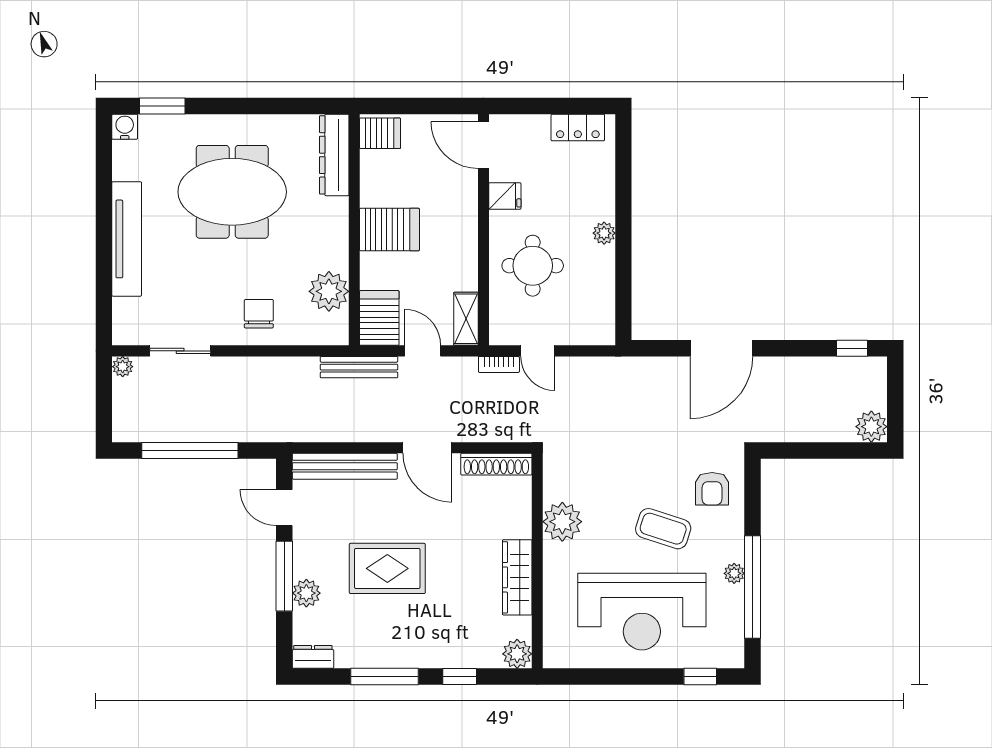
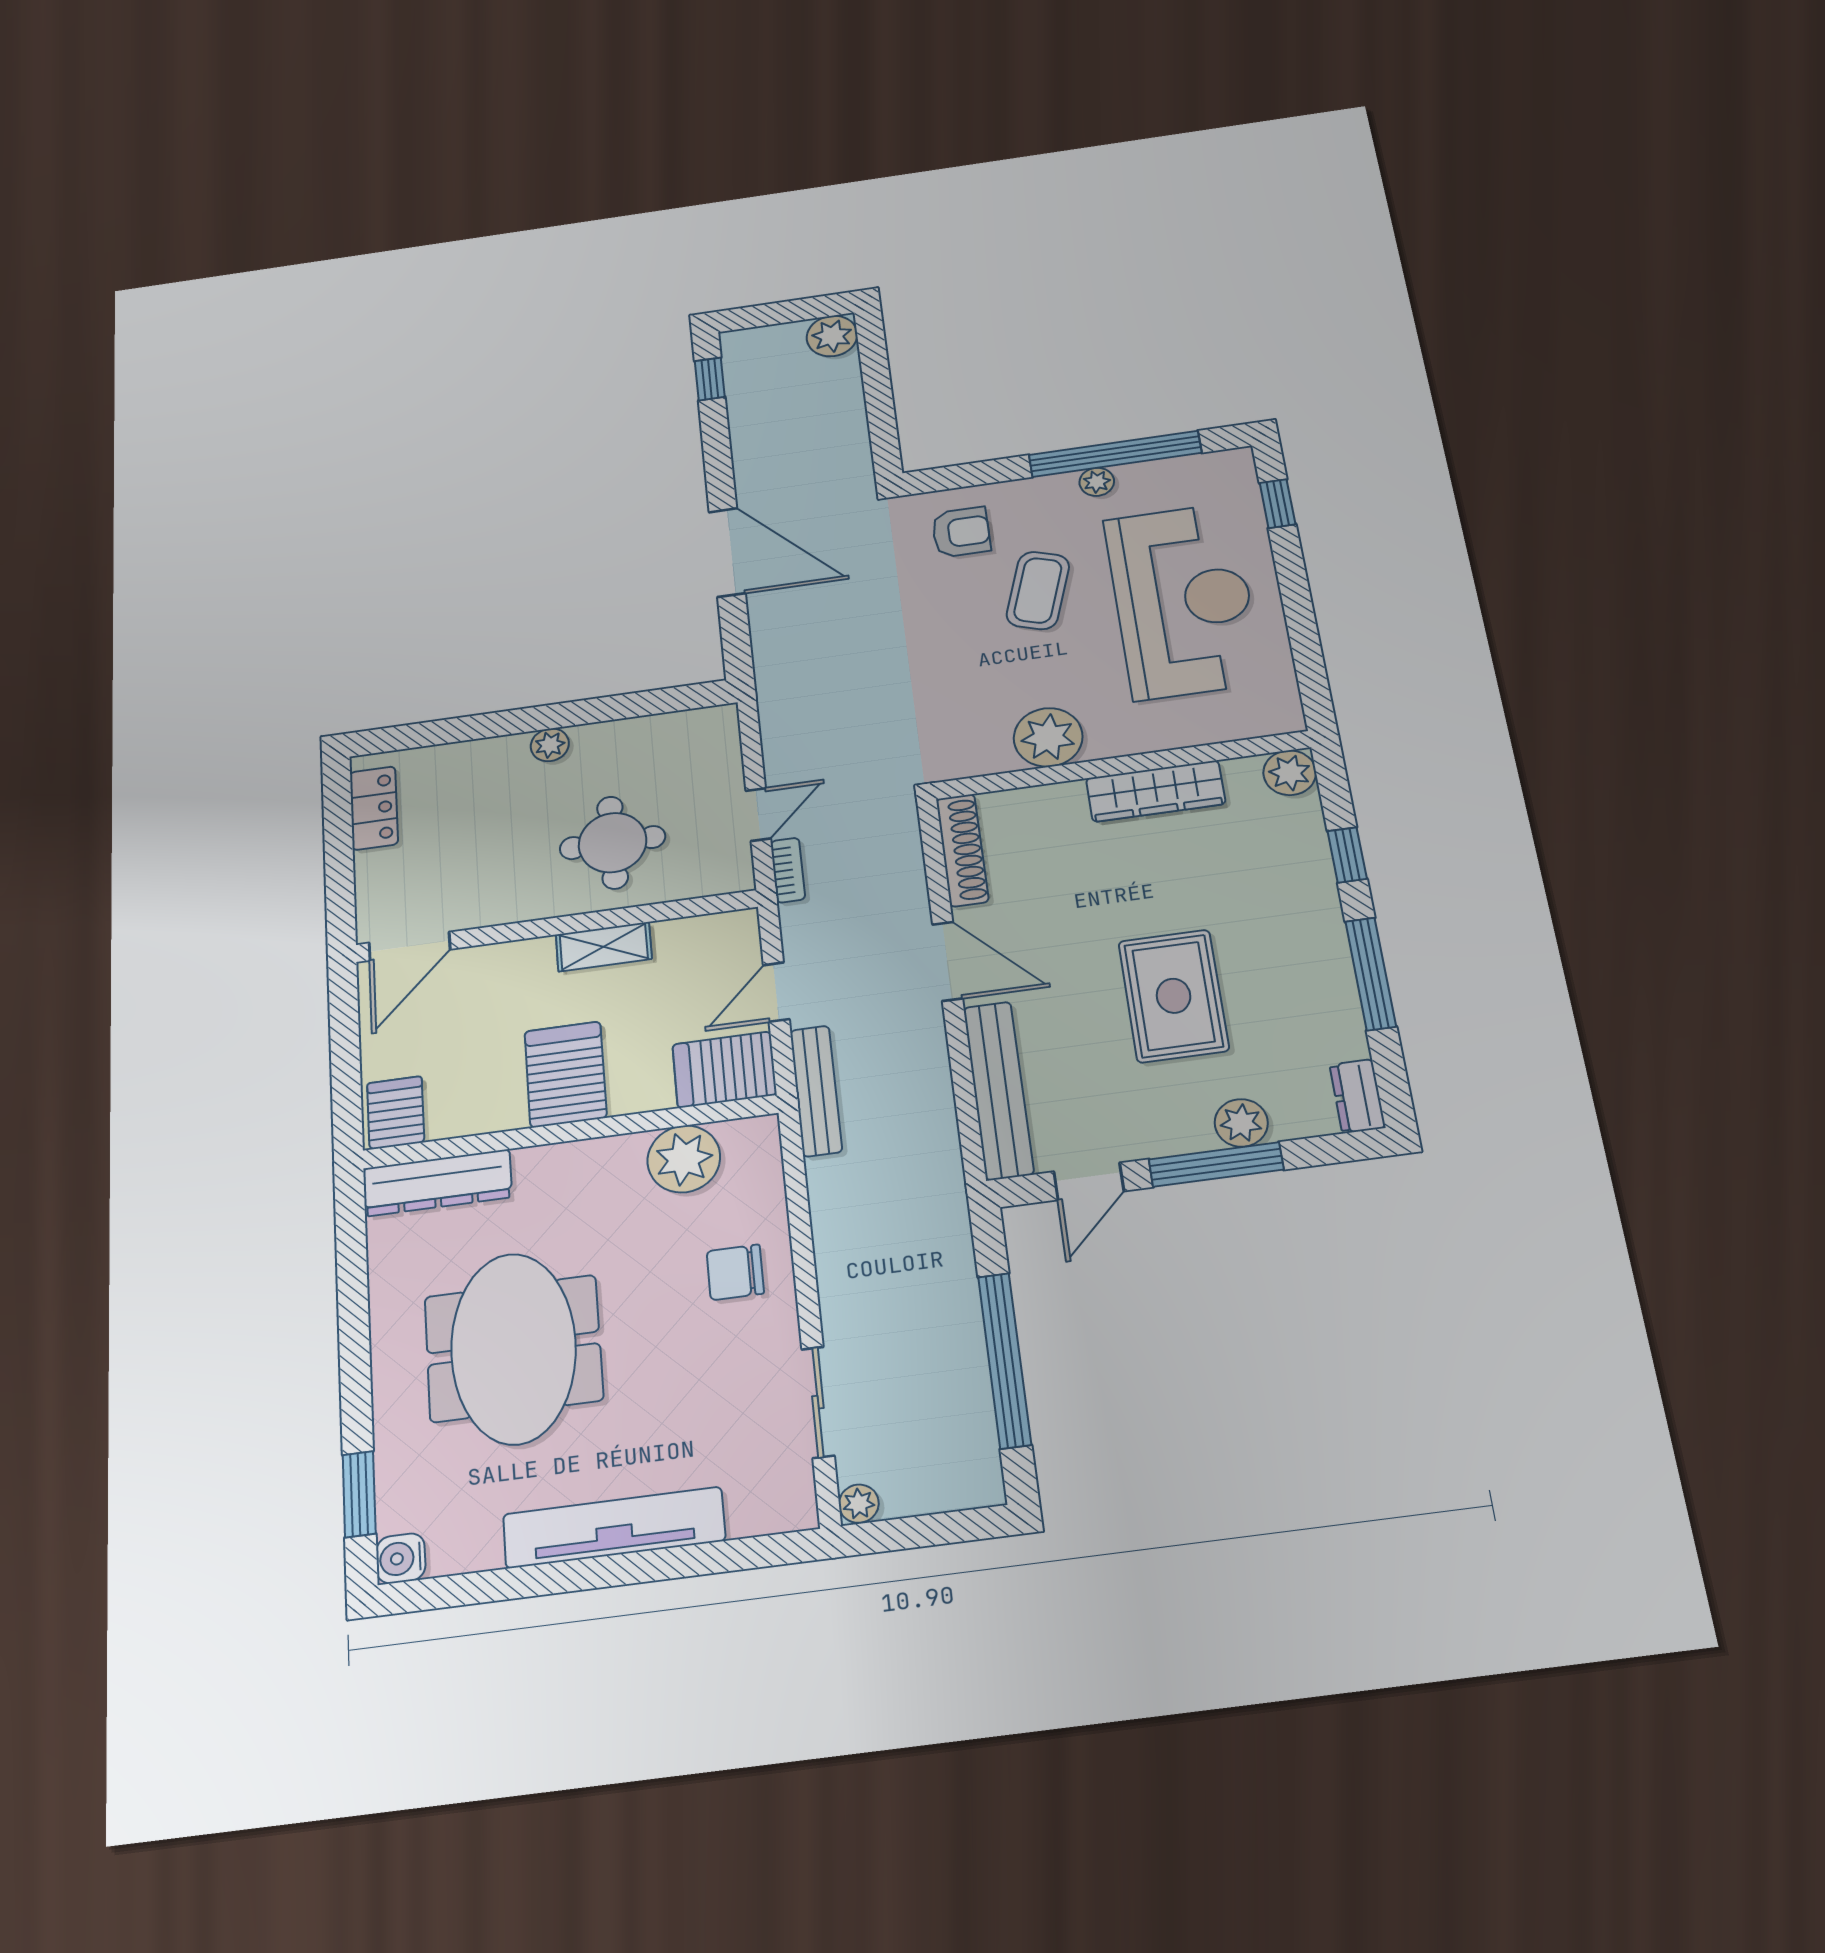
fridge: (505, 196) -> (496, 901), removed
shelving: (466, 319) -> (604, 947), moved
door: (427, 448) -> (948, 961), hinge flipped

